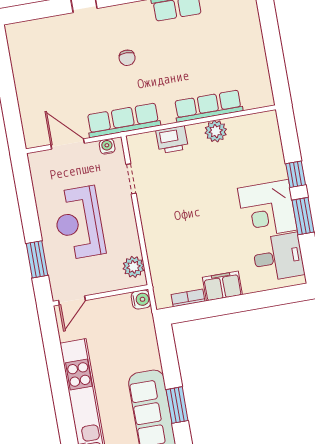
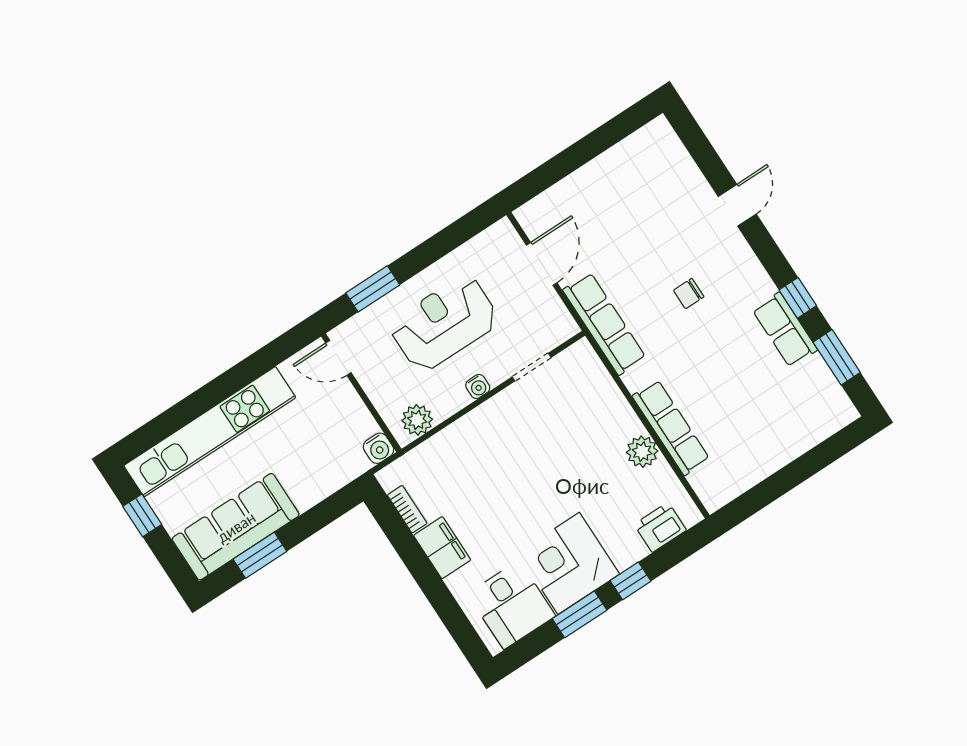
printer: (172, 140) -> (660, 527), moved, turned 90
water cooler: (107, 146) -> (478, 386), moved, turned 90

